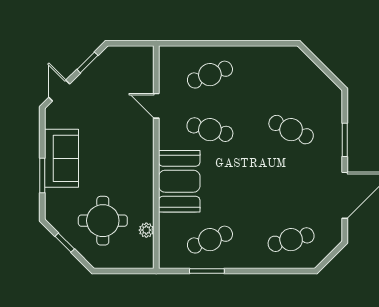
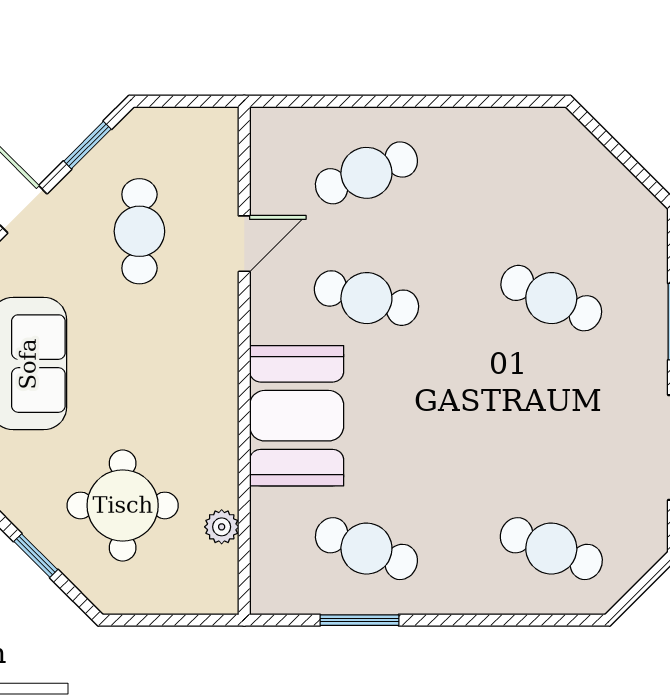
cafe table: (110, 100) -> (139, 231), added
door: (156, 106) -> (244, 244), swing flipped
cafe table: (210, 240) -> (366, 549), turned 42
cafe table: (291, 240) -> (551, 549), turned 36

